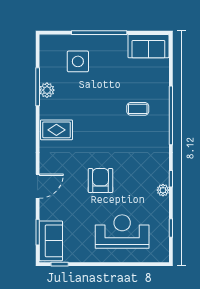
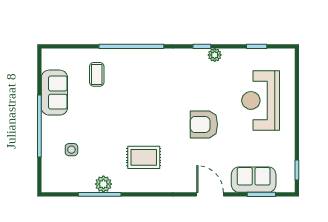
sofa: (148, 46) -> (54, 93), moved
side table: (78, 61) -> (71, 150), width x0.54, depth x0.54
coffee table: (138, 109) -> (97, 74), moved
rug: (56, 130) -> (144, 157), moved, turned 90
sofa: (51, 241) -> (254, 180), moved

